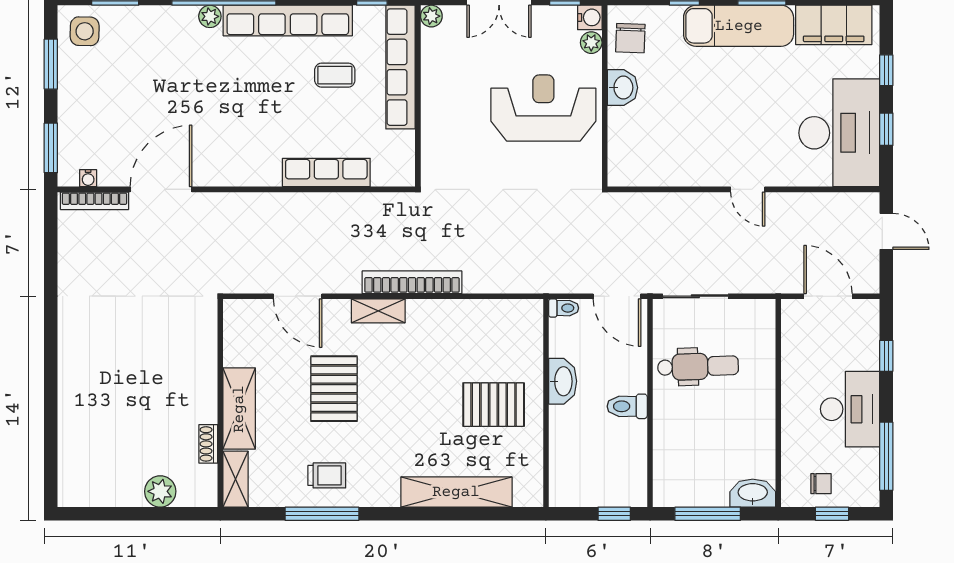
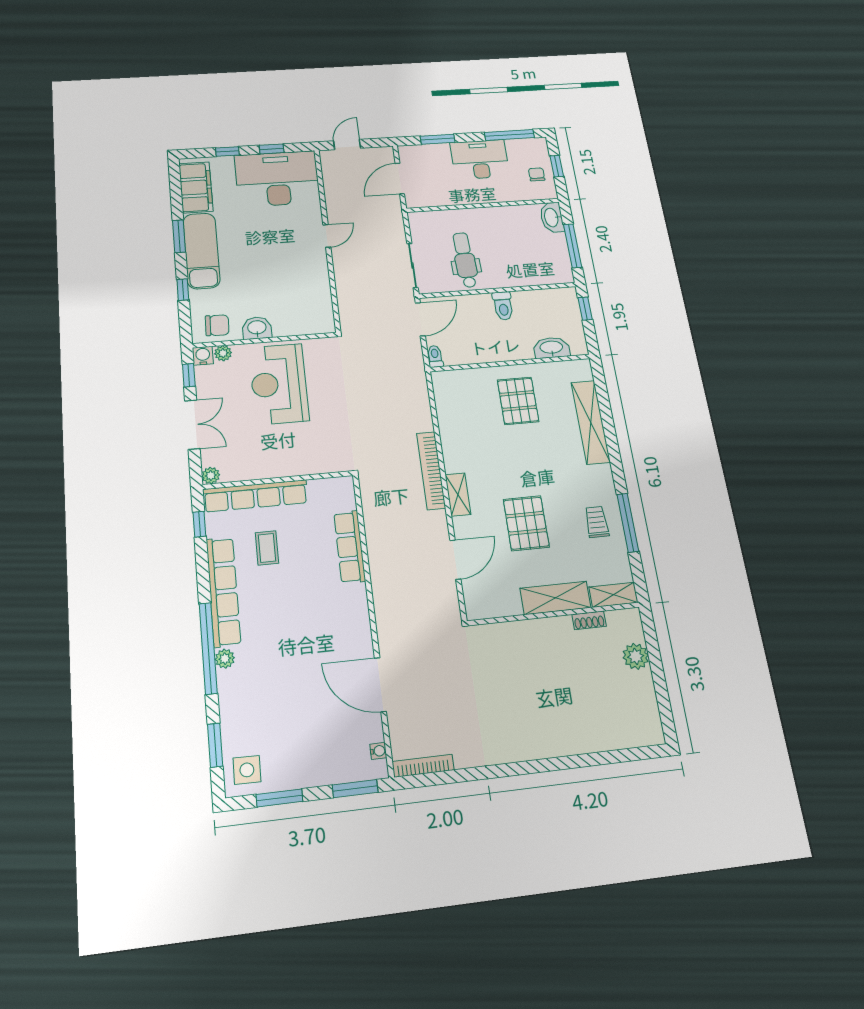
bookcase: (94, 201) -> (423, 766), moved, turned -90
window: (886, 356) -> (438, 139), width x1.50
washbasin: (563, 381) -> (551, 348), moved
pallet: (334, 389) -> (526, 523), turned 90

